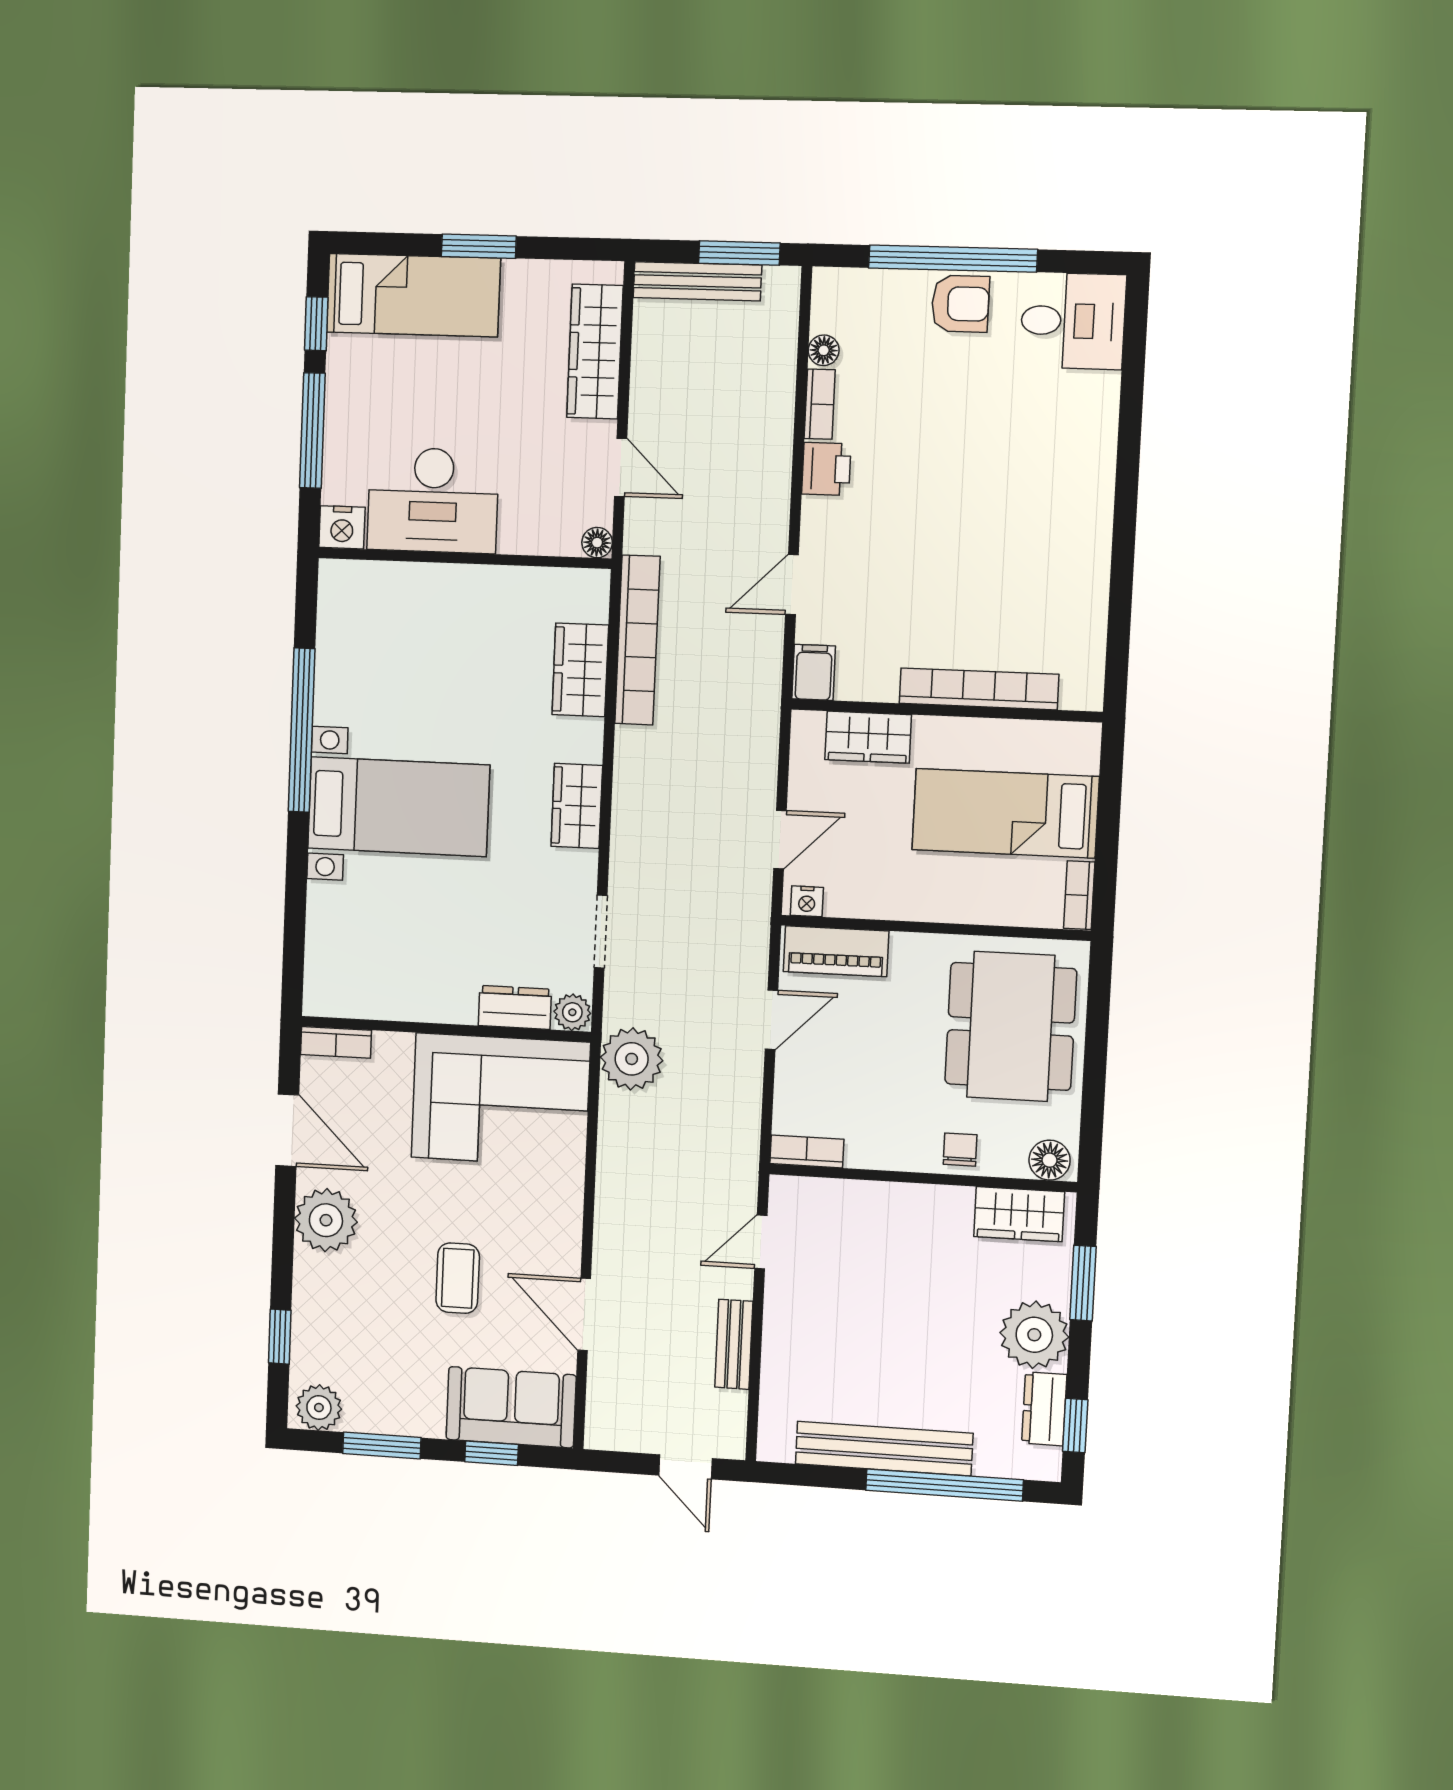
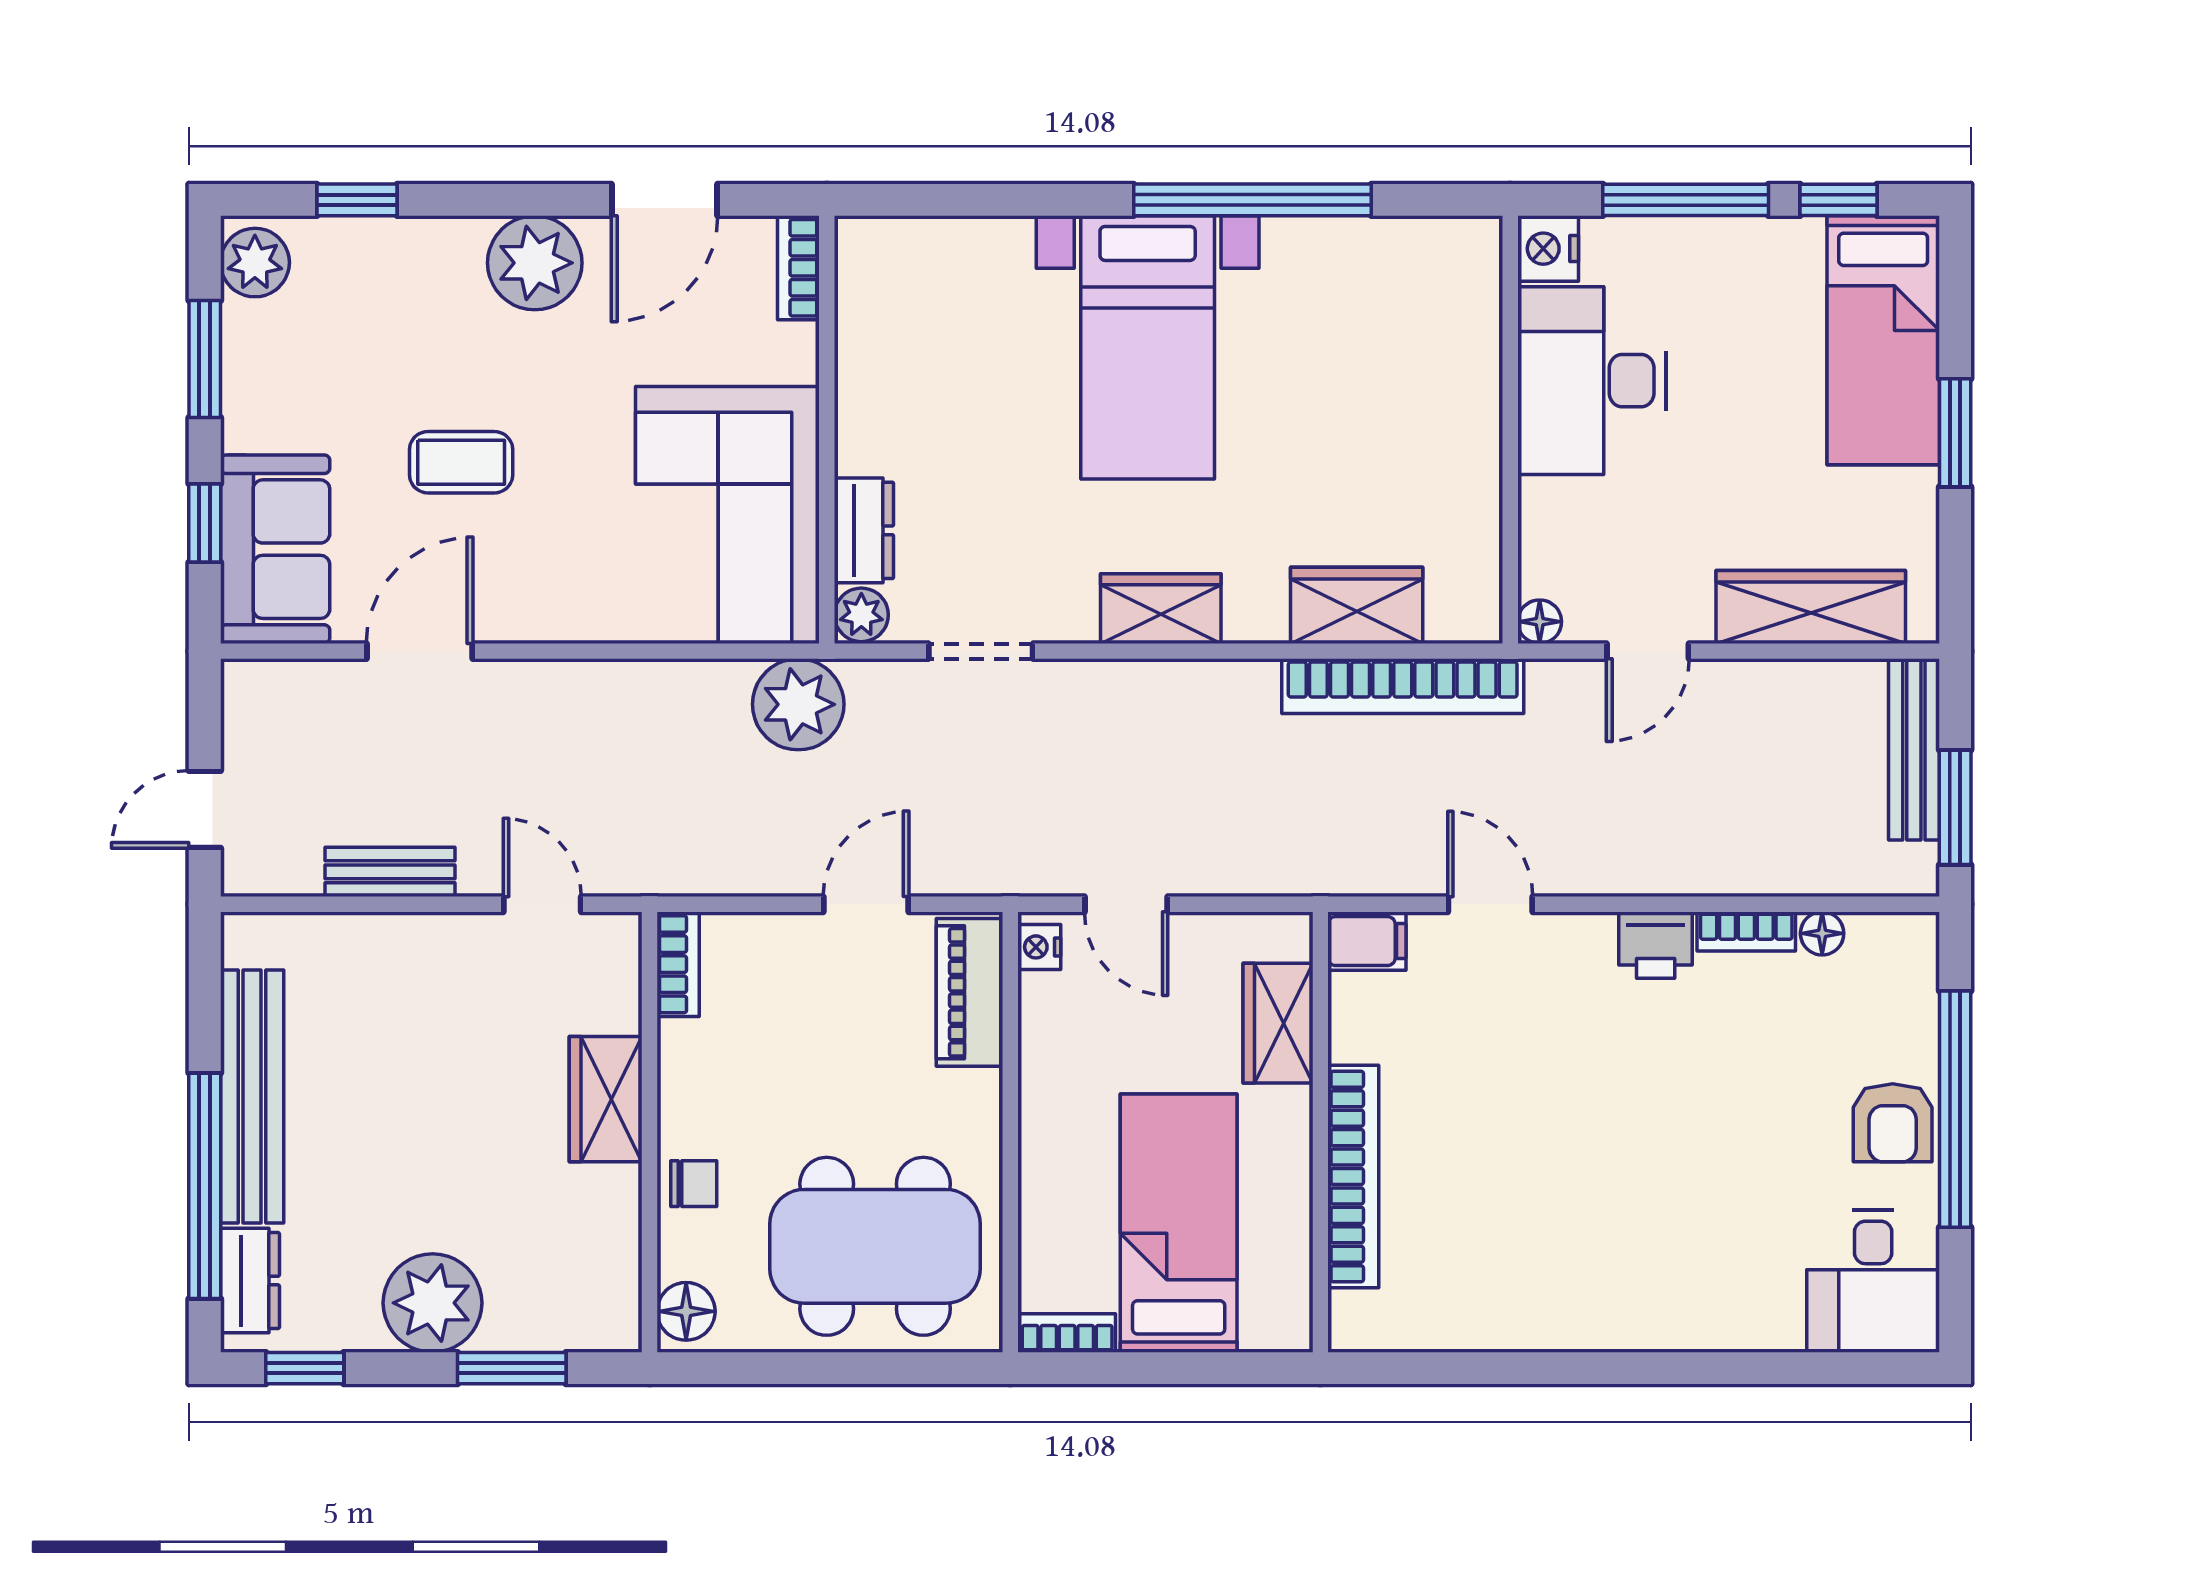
door: (771, 1020) -> (866, 904), swing flipped
wardrobe: (1019, 1214) -> (606, 1099), moved
dresser: (1044, 1409) -> (250, 1281), moved, turned 90

